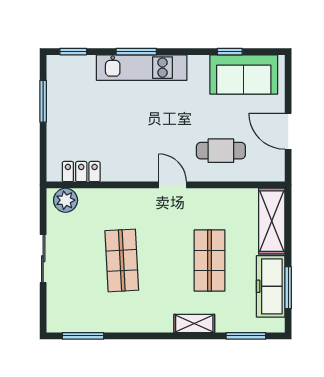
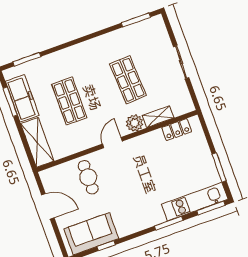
window: (73, 52) -> (211, 208), width x1.50
kitchen unit: (142, 68) -> (195, 202), moved
cafe table: (221, 151) -> (88, 177), turned 90
door: (172, 185) -> (112, 143), swing flipped
plant: (66, 200) -> (135, 123), moved
shelving: (194, 323) -> (158, 117), moved

